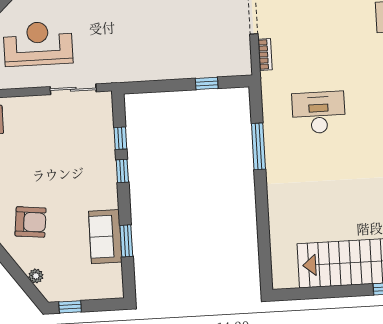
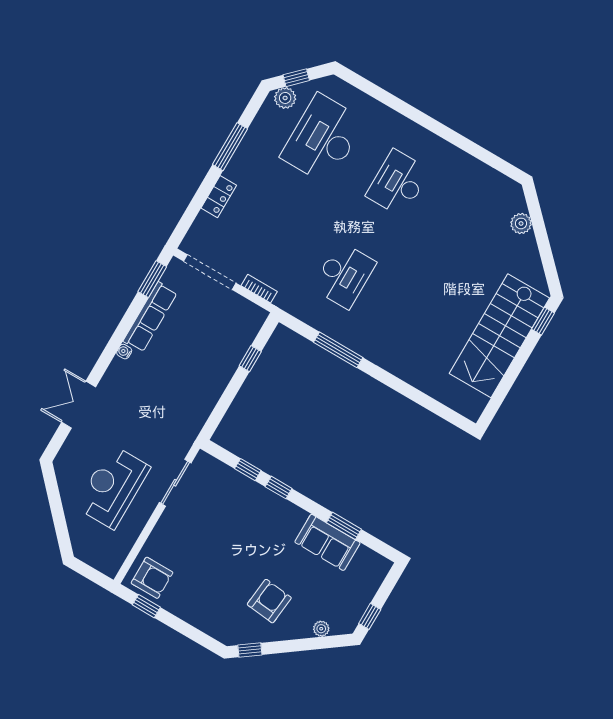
desk: (319, 113) -> (344, 275), turned 180

